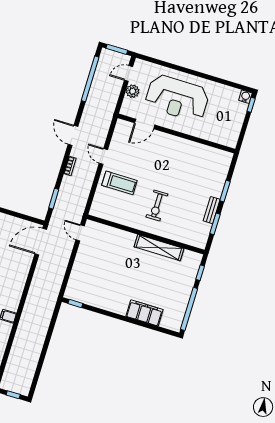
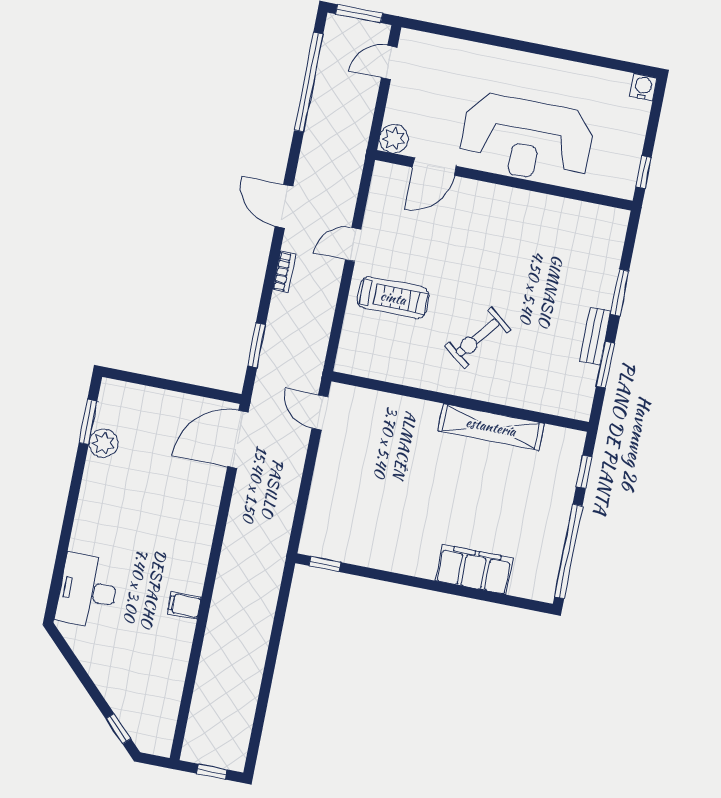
plant: (133, 91) -> (394, 139), moved
reception desk: (177, 98) -> (527, 139), moved
window: (251, 105) -> (643, 172), moved
door: (103, 156) -> (353, 245), hinge flipped
exercise bike: (157, 205) -> (478, 338), turned 39

